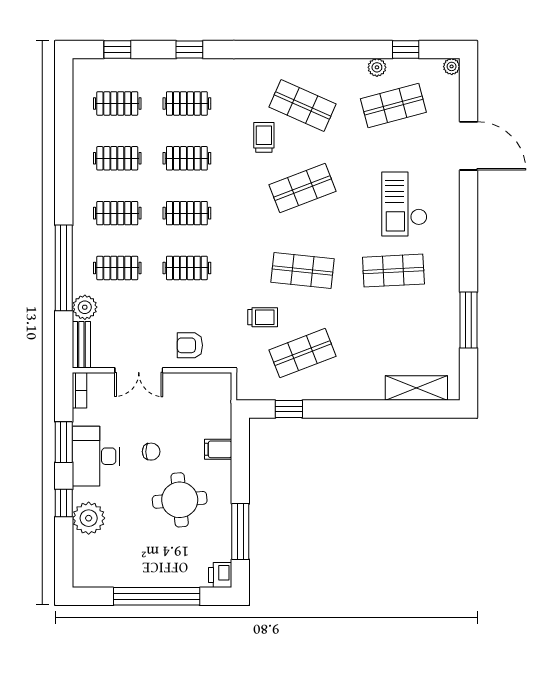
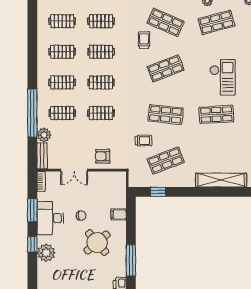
checkout: (404, 204) -> (222, 77), turned 180
shelving: (416, 388) -> (221, 180), width x1.47
round table: (180, 500) -> (97, 243), turned -35

